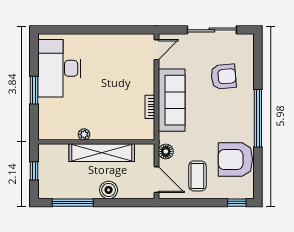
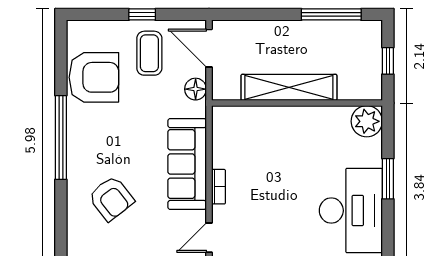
armchair: (224, 77) -> (111, 198), turned -123
bookcase: (150, 107) -> (219, 187), moved
plant: (84, 134) -> (367, 121), moved, width x1.87, depth x1.87
boiler: (109, 190) -> (279, 33), removed
window: (237, 203) -> (142, 14), moved

